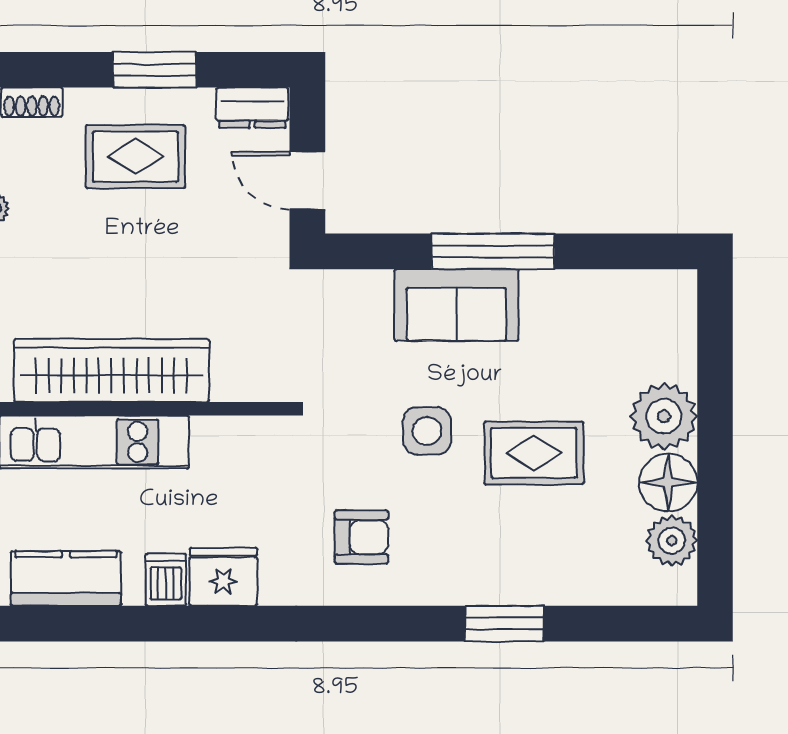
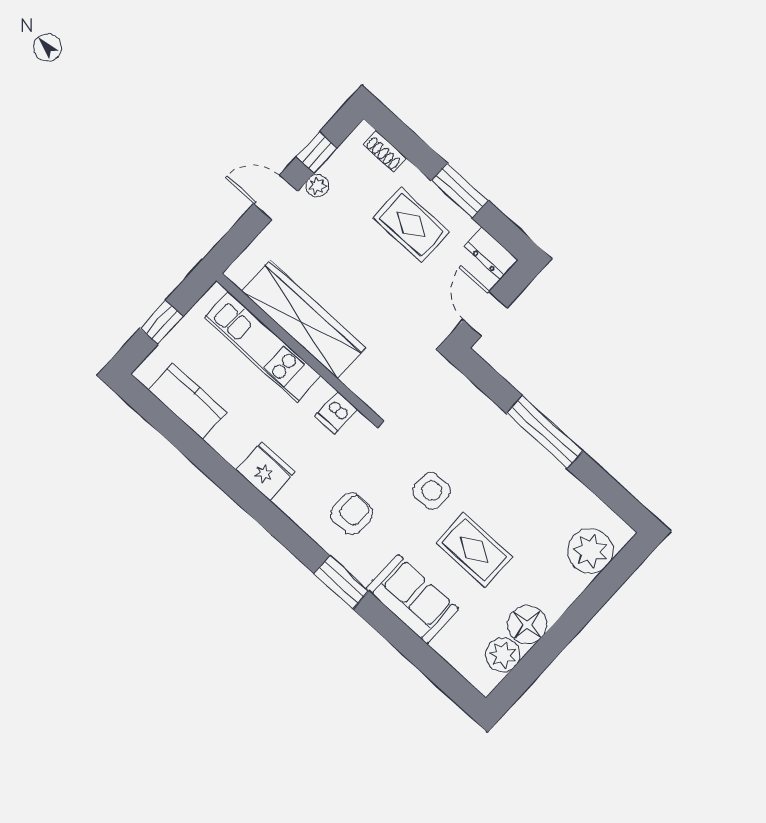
sofa: (456, 305) -> (412, 599), moved, turned 180
plant: (664, 416) -> (590, 551), moved
armchair: (361, 537) -> (352, 514), turned -90
dishwasher: (166, 580) -> (336, 413), moved, turned 180
window: (505, 624) -> (341, 582), moved

